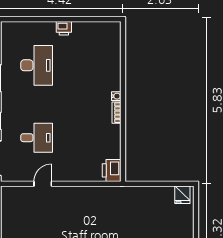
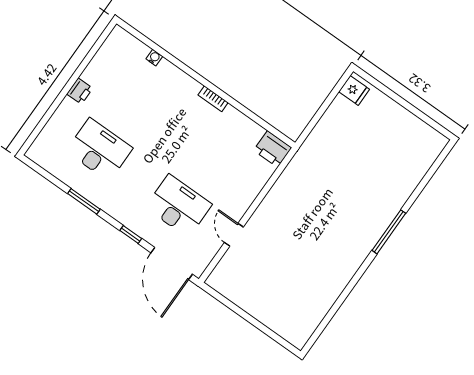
water cooler: (116, 96) -> (154, 58), moved
desk: (37, 138) -> (179, 206), width x1.37

